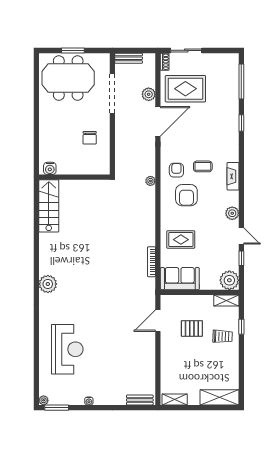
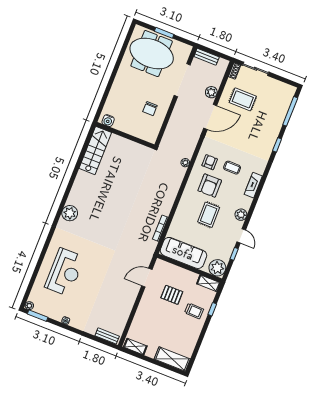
rug: (185, 89) -> (243, 99), width x0.73, depth x0.70
rug: (181, 240) -> (209, 215), moved, turned 90
sofa: (180, 279) -> (183, 253), width x1.36

